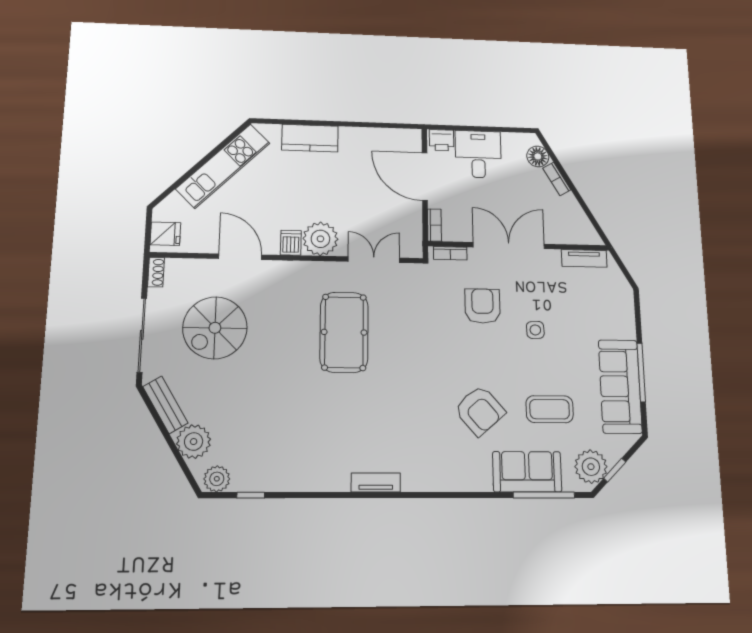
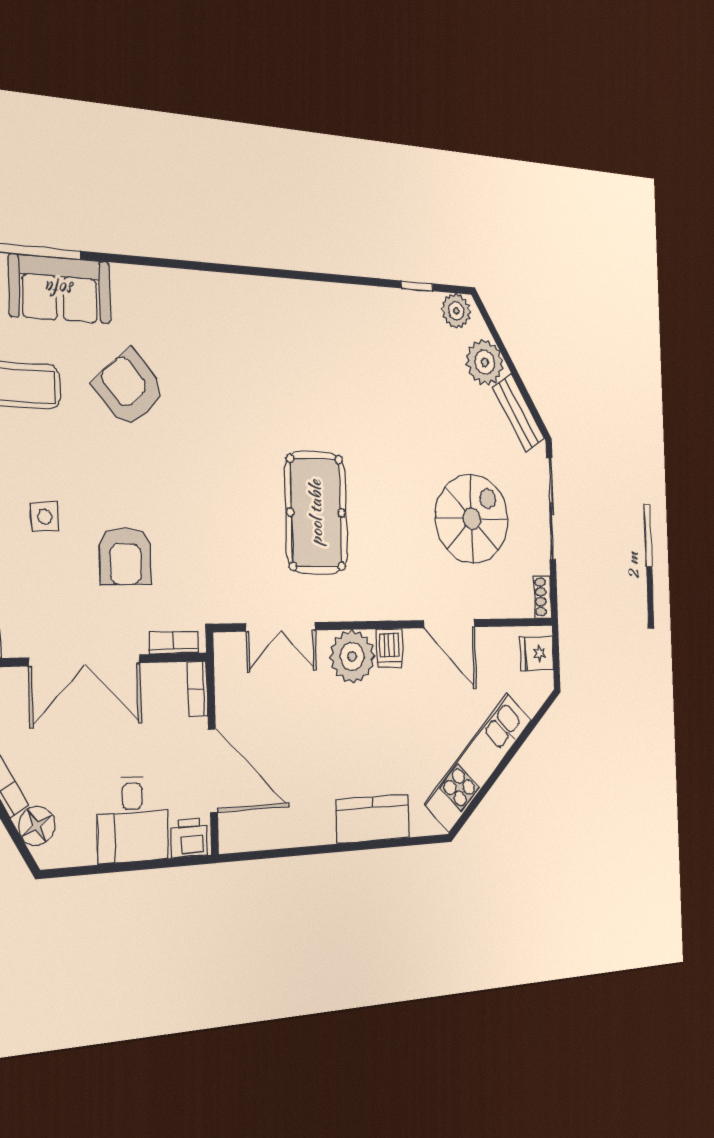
tv unit: (376, 483) -> (268, 290), removed

